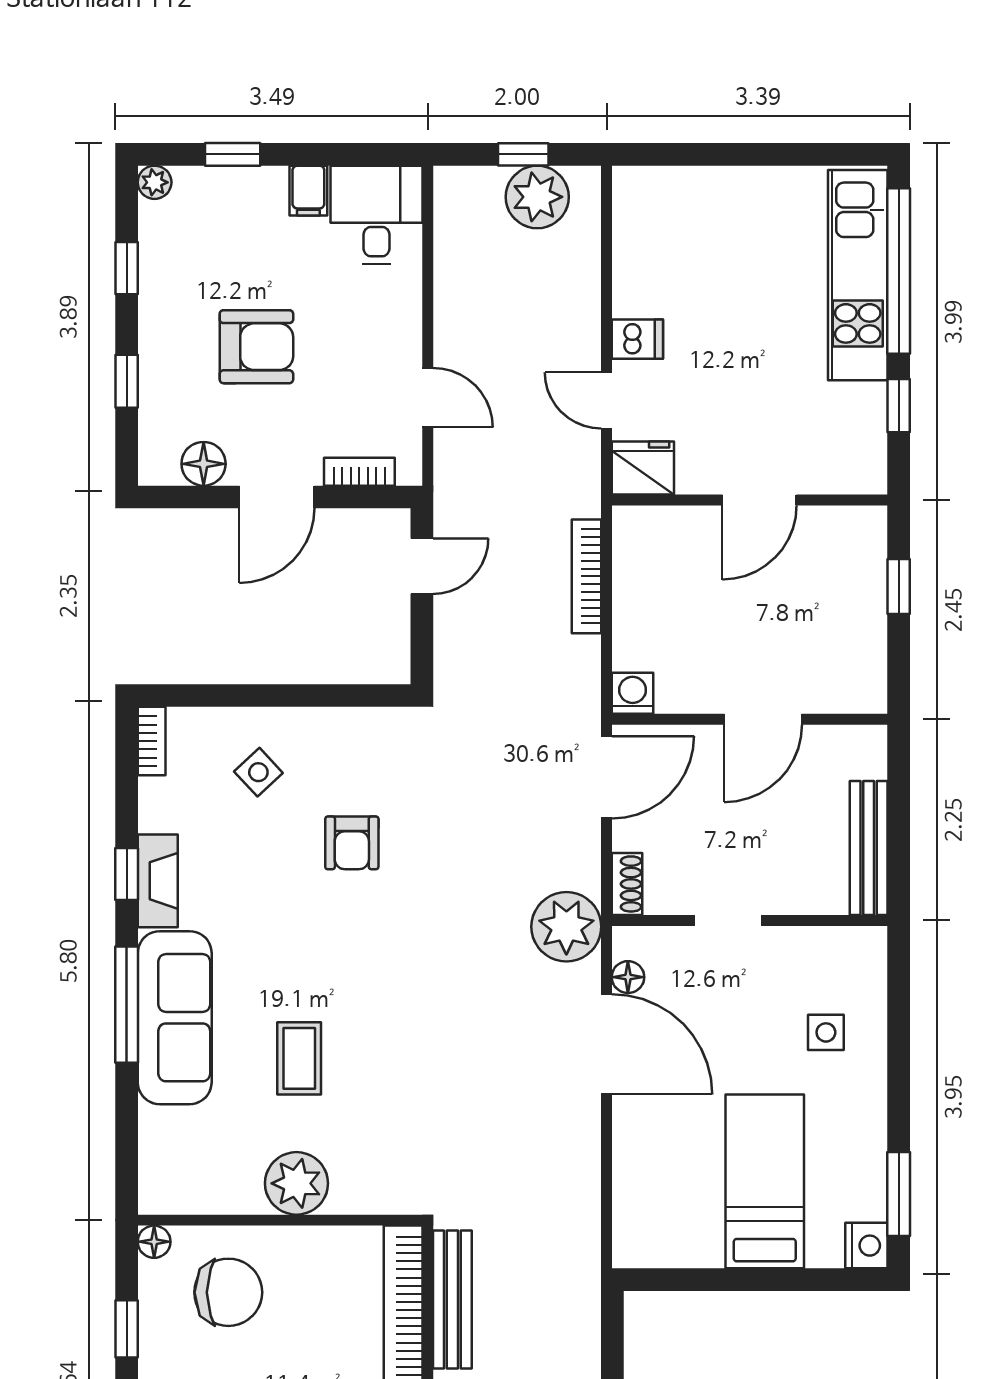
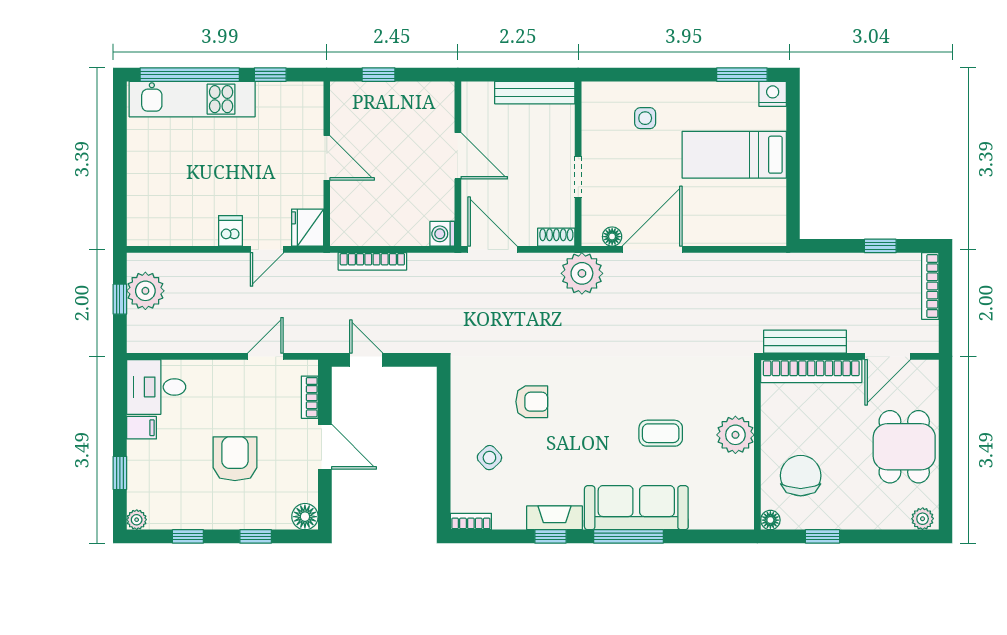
floor lamp: (204, 464) -> (305, 517), moved

